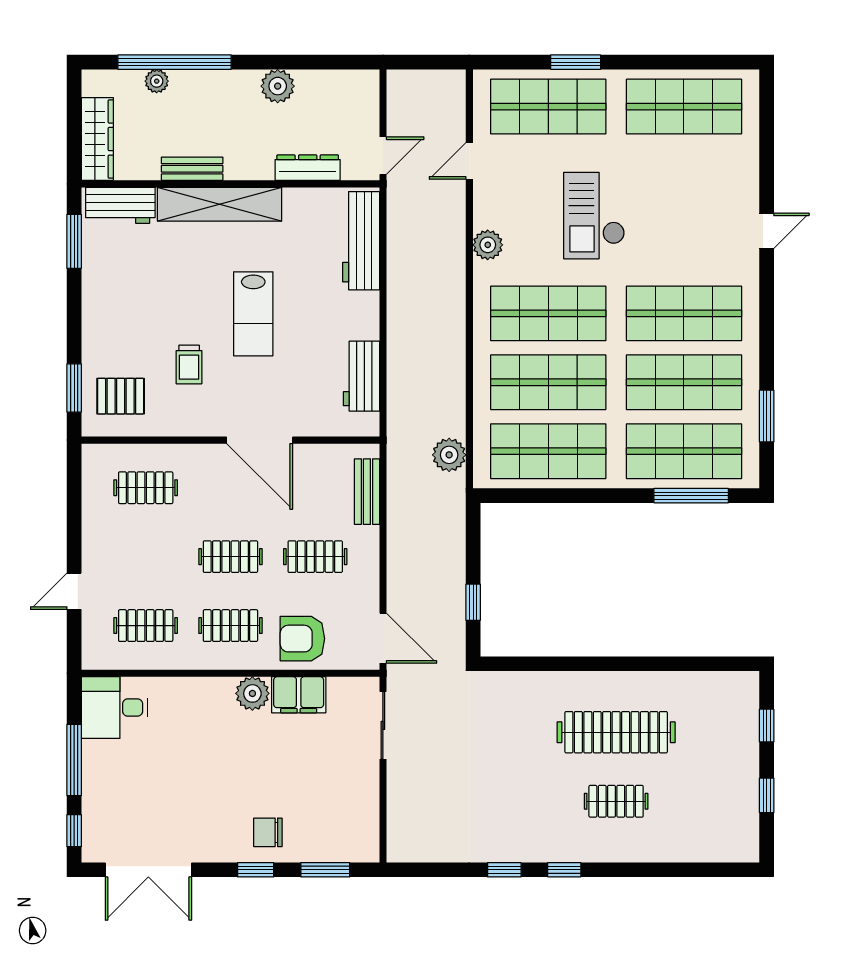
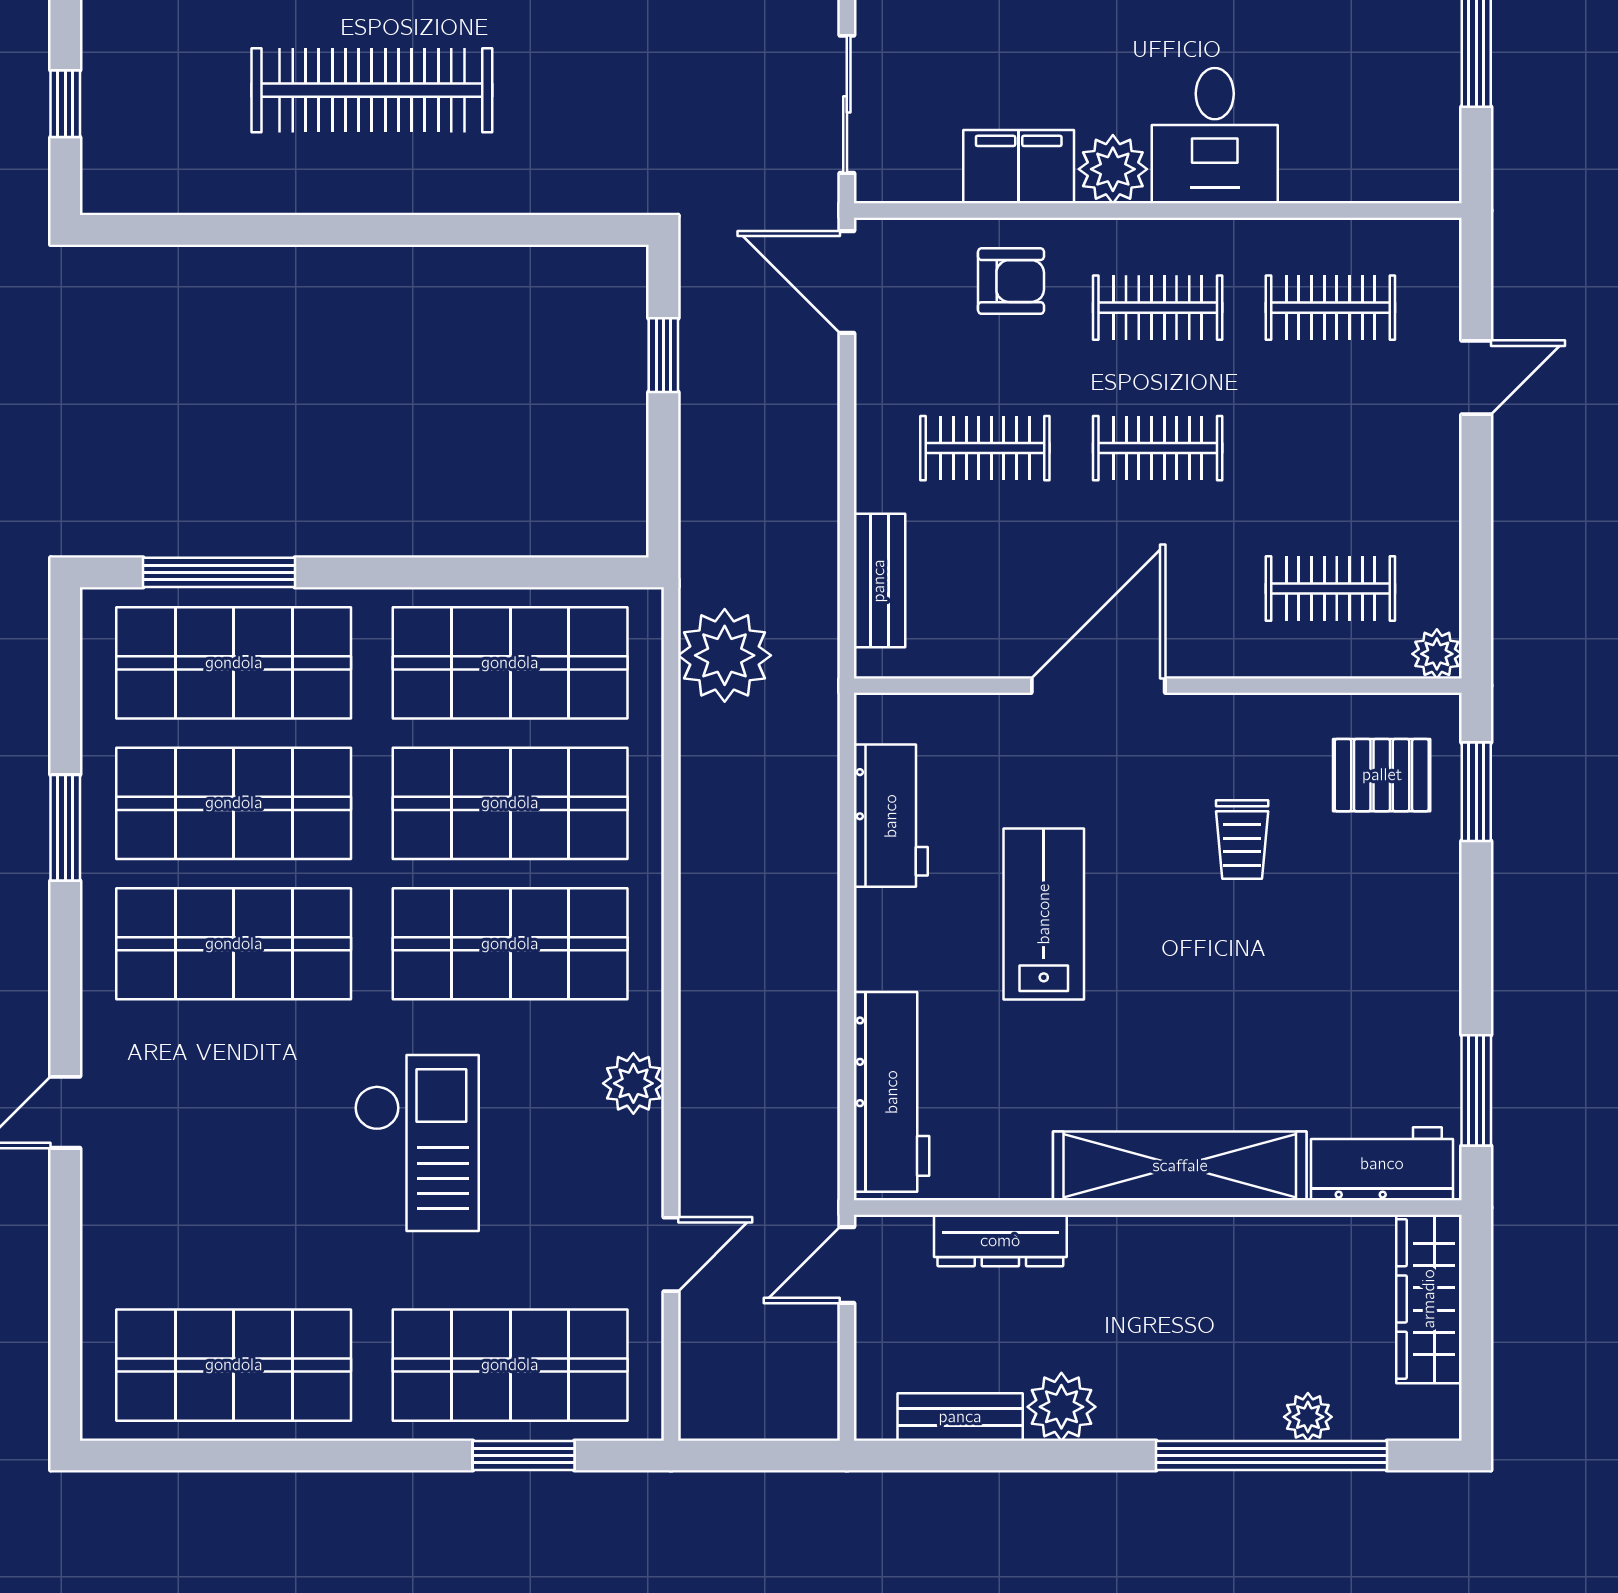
window: (576, 62) -> (524, 1456), moved
bench: (192, 169) -> (960, 1417), moved
lab bench: (253, 314) -> (1044, 914), moved
trolley: (189, 365) -> (1242, 840), turned 180
window: (767, 416) -> (65, 828), moved
door: (260, 440) -> (1098, 686), hinge flipped
plant: (449, 455) -> (725, 655), width x1.36, depth x1.36
plant: (93, 456) -> (1437, 654), added
armchair: (302, 639) -> (1011, 281), width x0.72, depth x0.72
desk: (115, 708) -> (1215, 136), moved, turned 90

